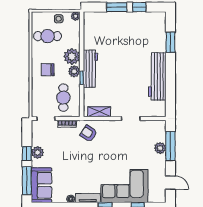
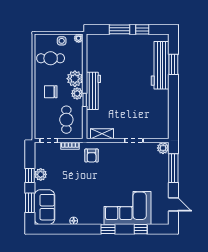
workbench: (157, 76) -> (160, 65), moved
armchair: (89, 134) -> (92, 156), turned -124
plant: (160, 148) -> (163, 148), moved
window: (27, 181) -> (30, 203), width x0.69
tv unit: (88, 198) -> (91, 220), removed

